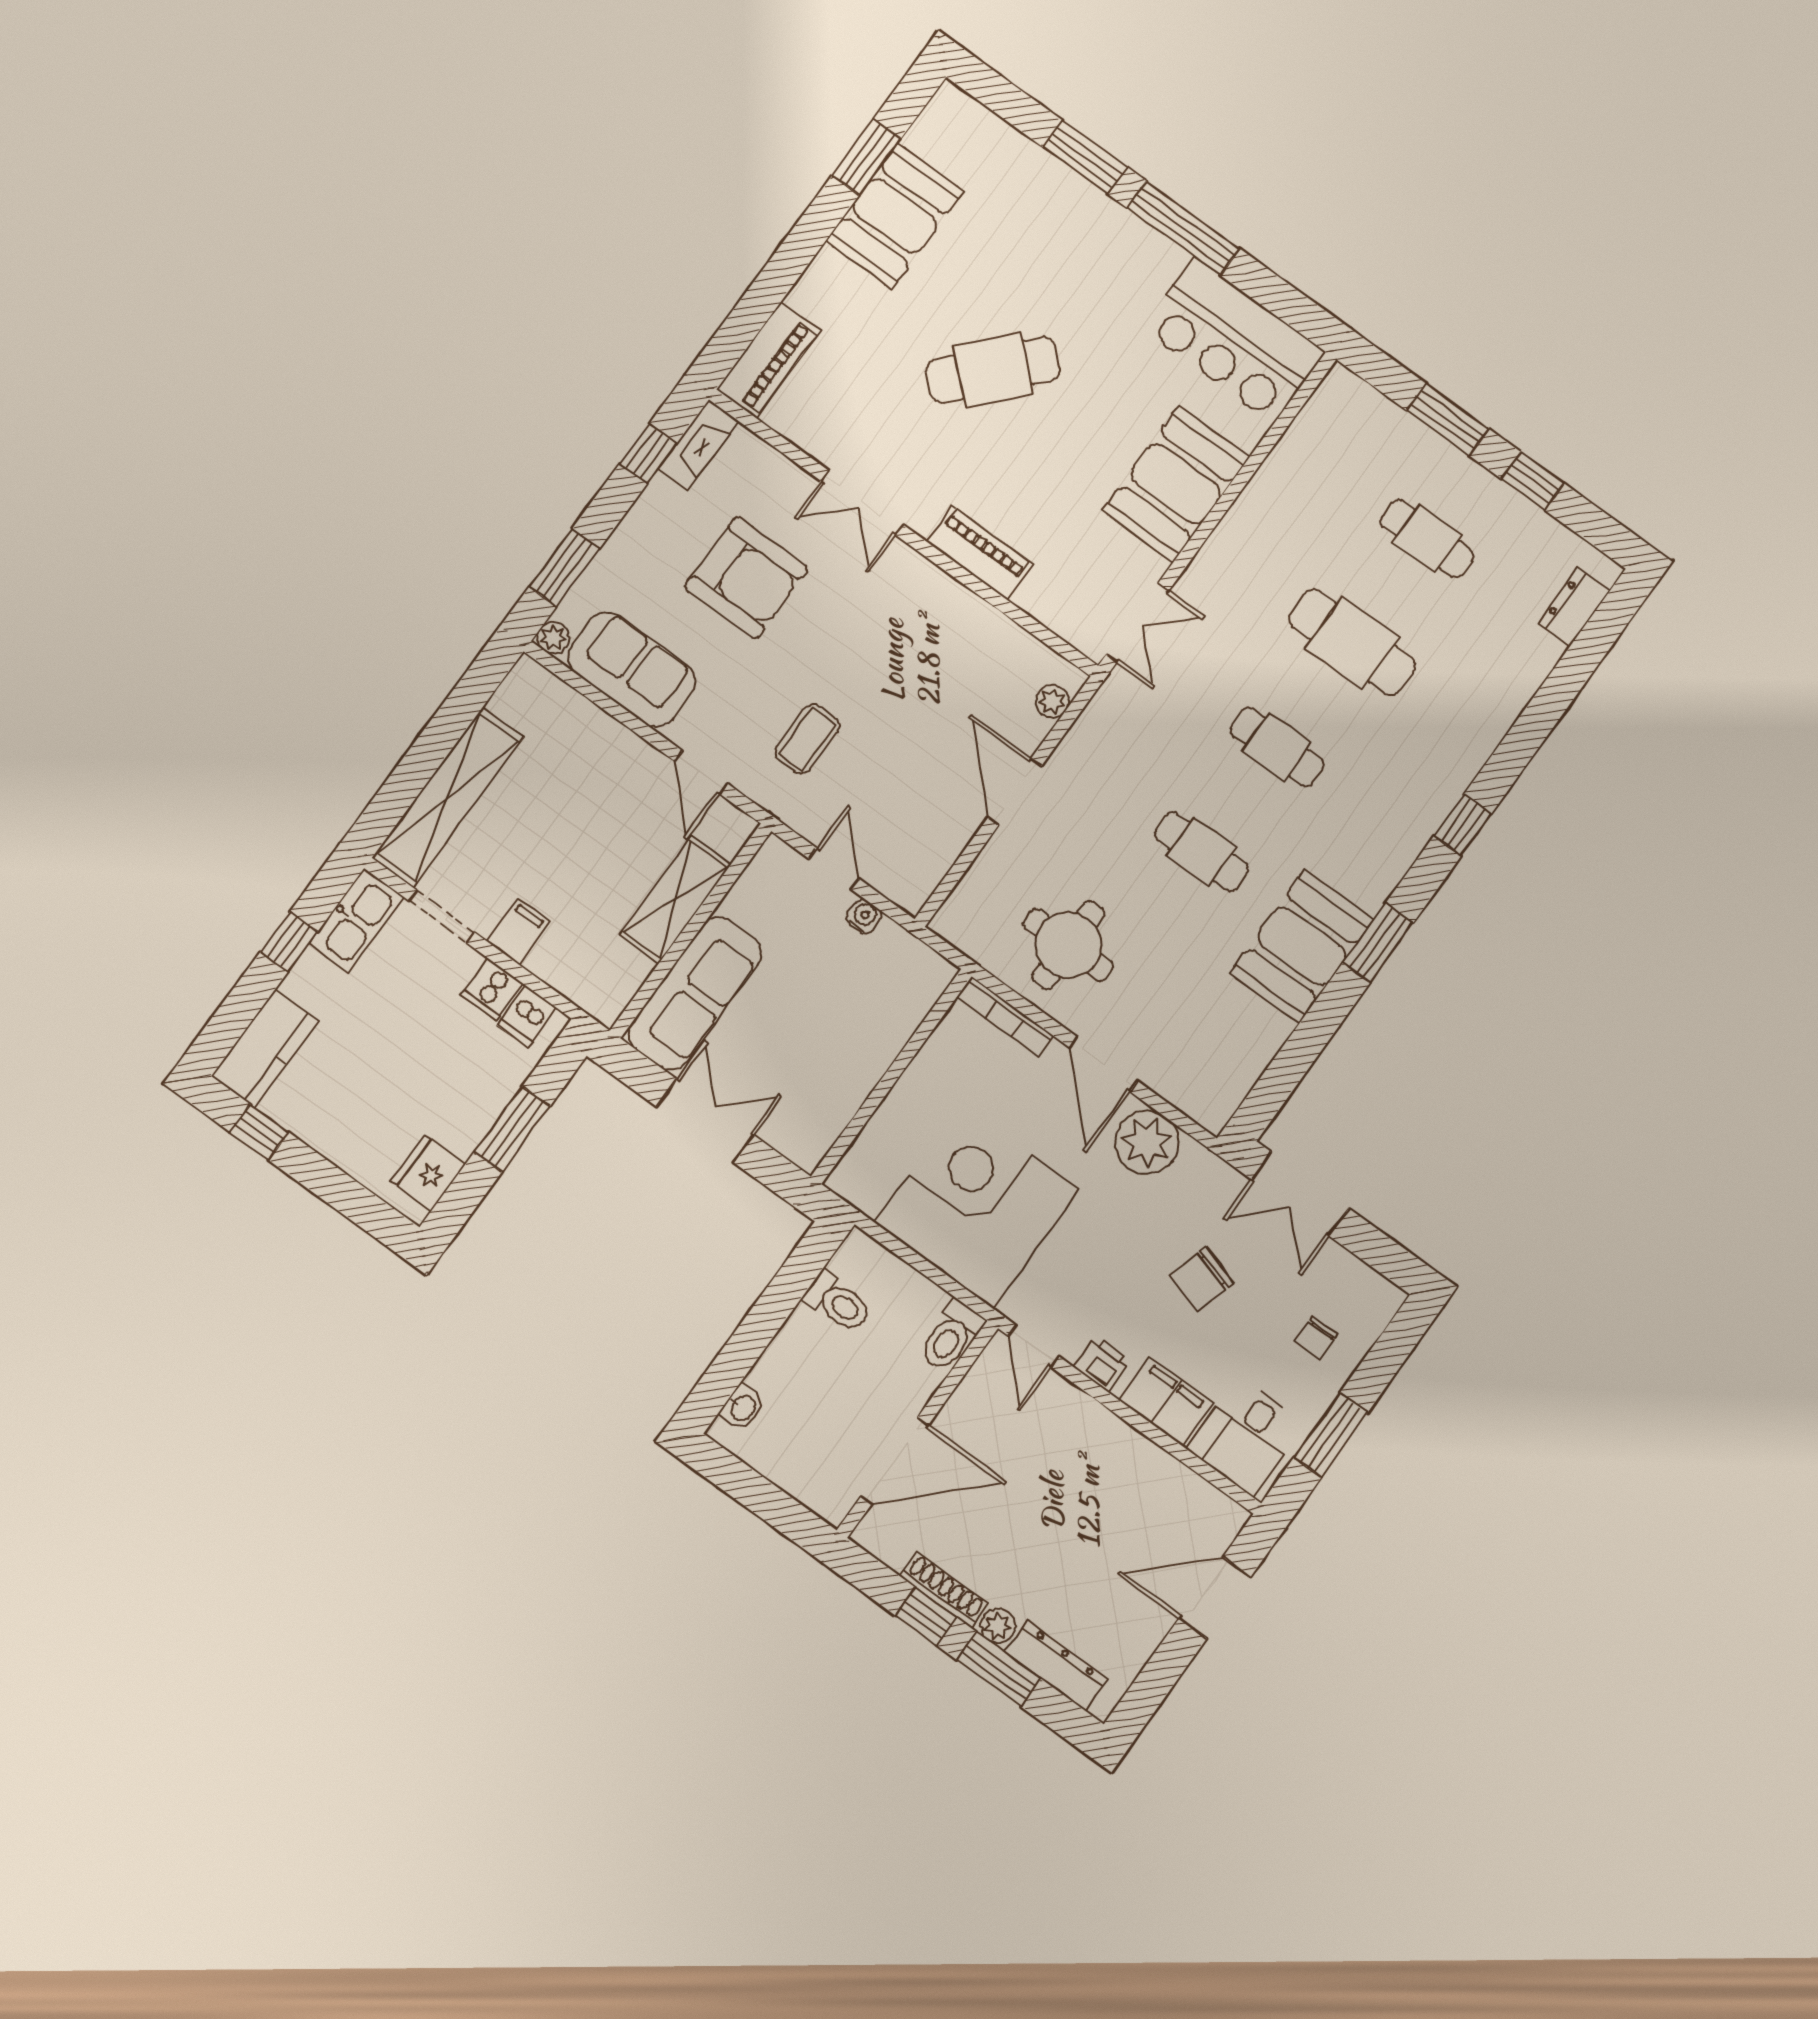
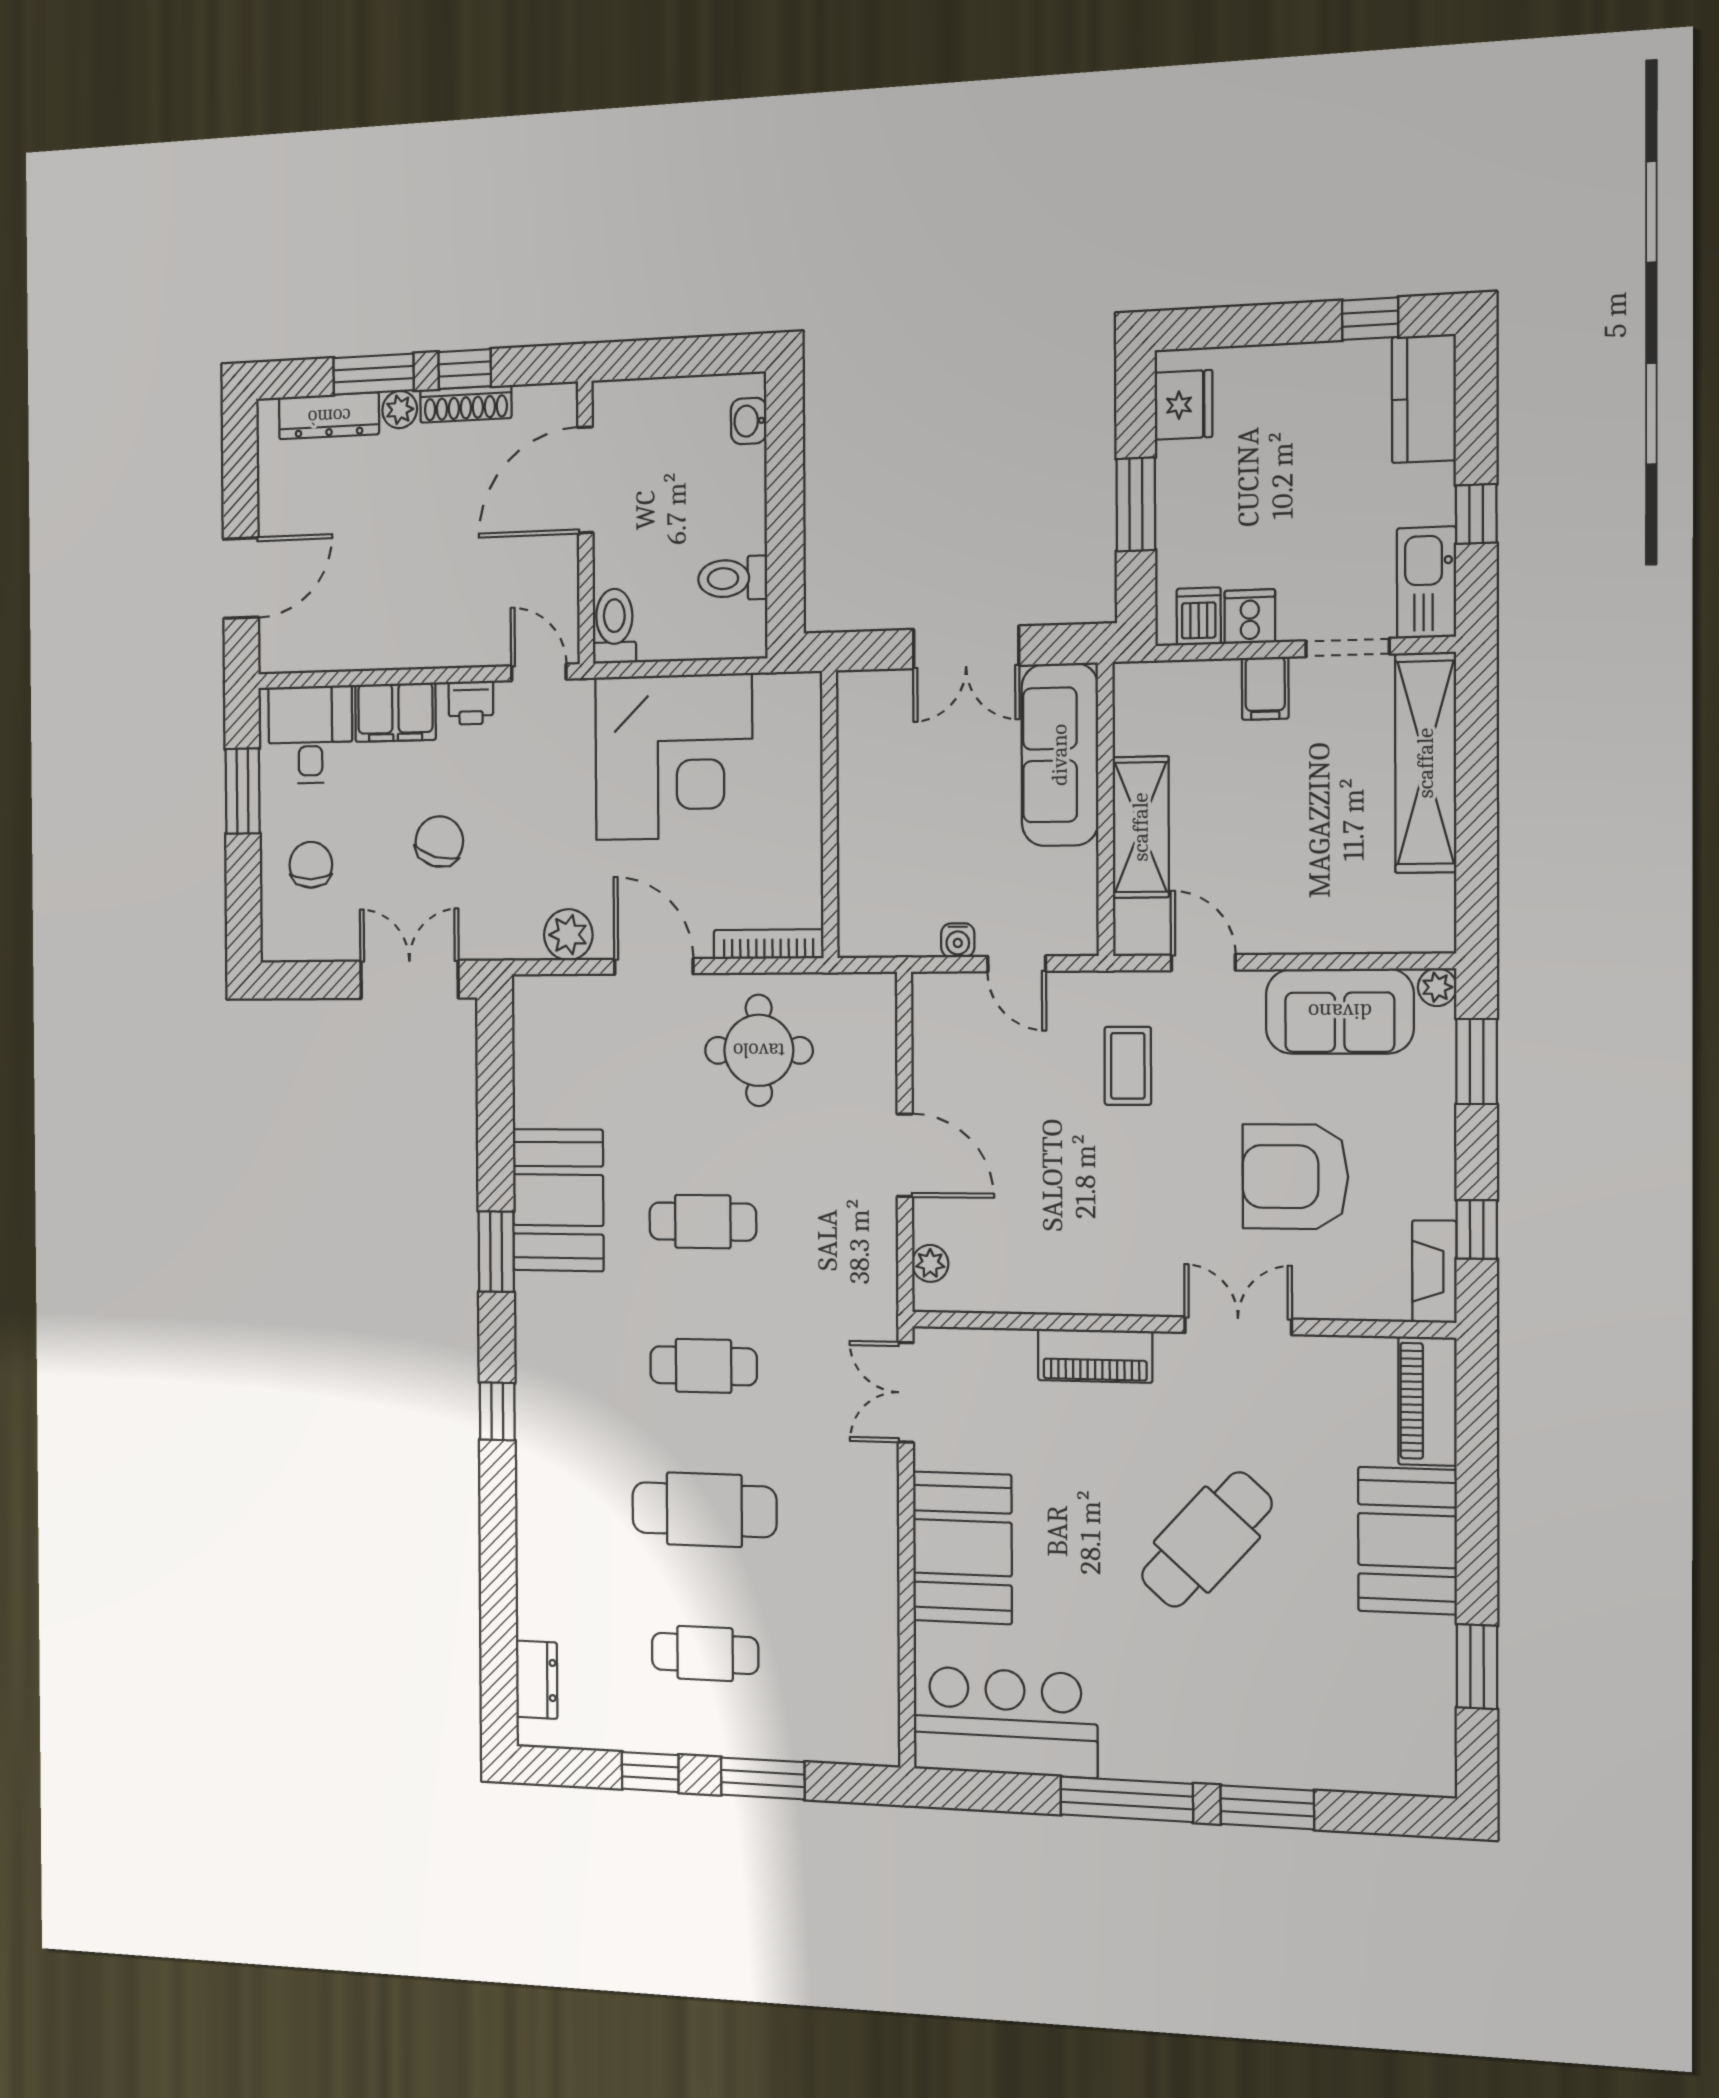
booth: (895, 216) -> (1407, 1541), moved
plant: (1147, 1142) -> (568, 935), width x0.73, depth x0.73
chair: (1316, 1338) -> (311, 865), width x1.37, depth x1.37

